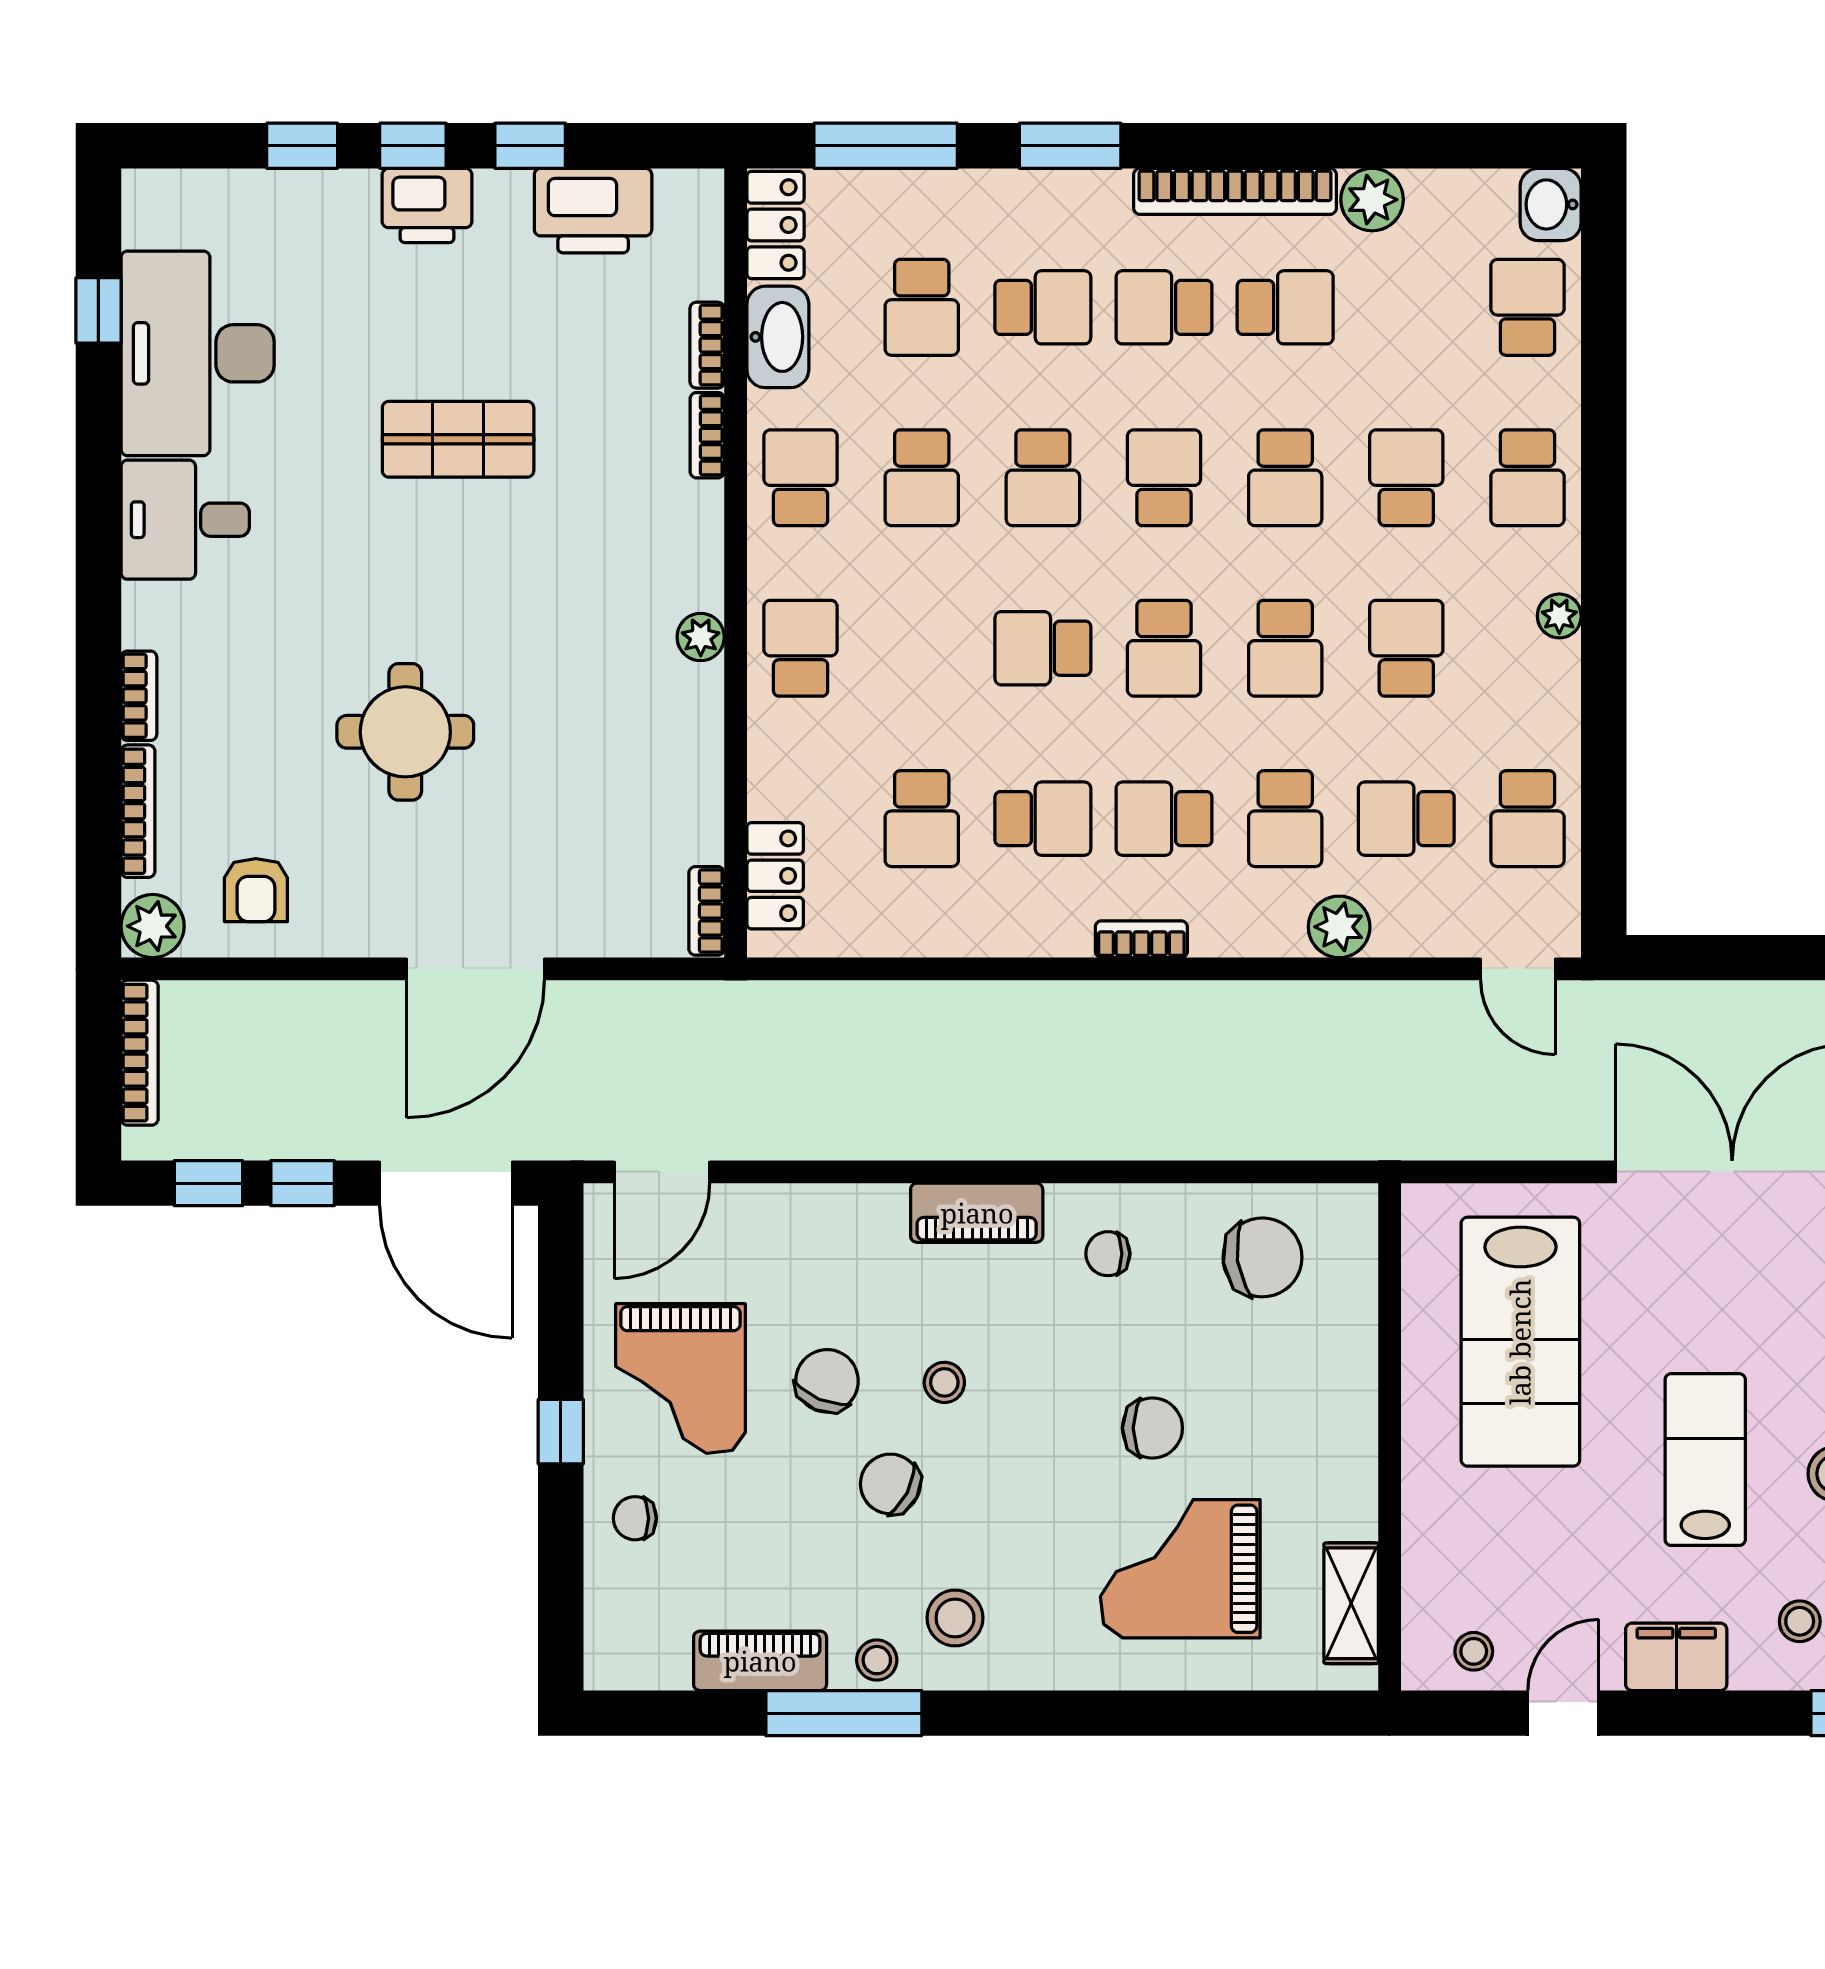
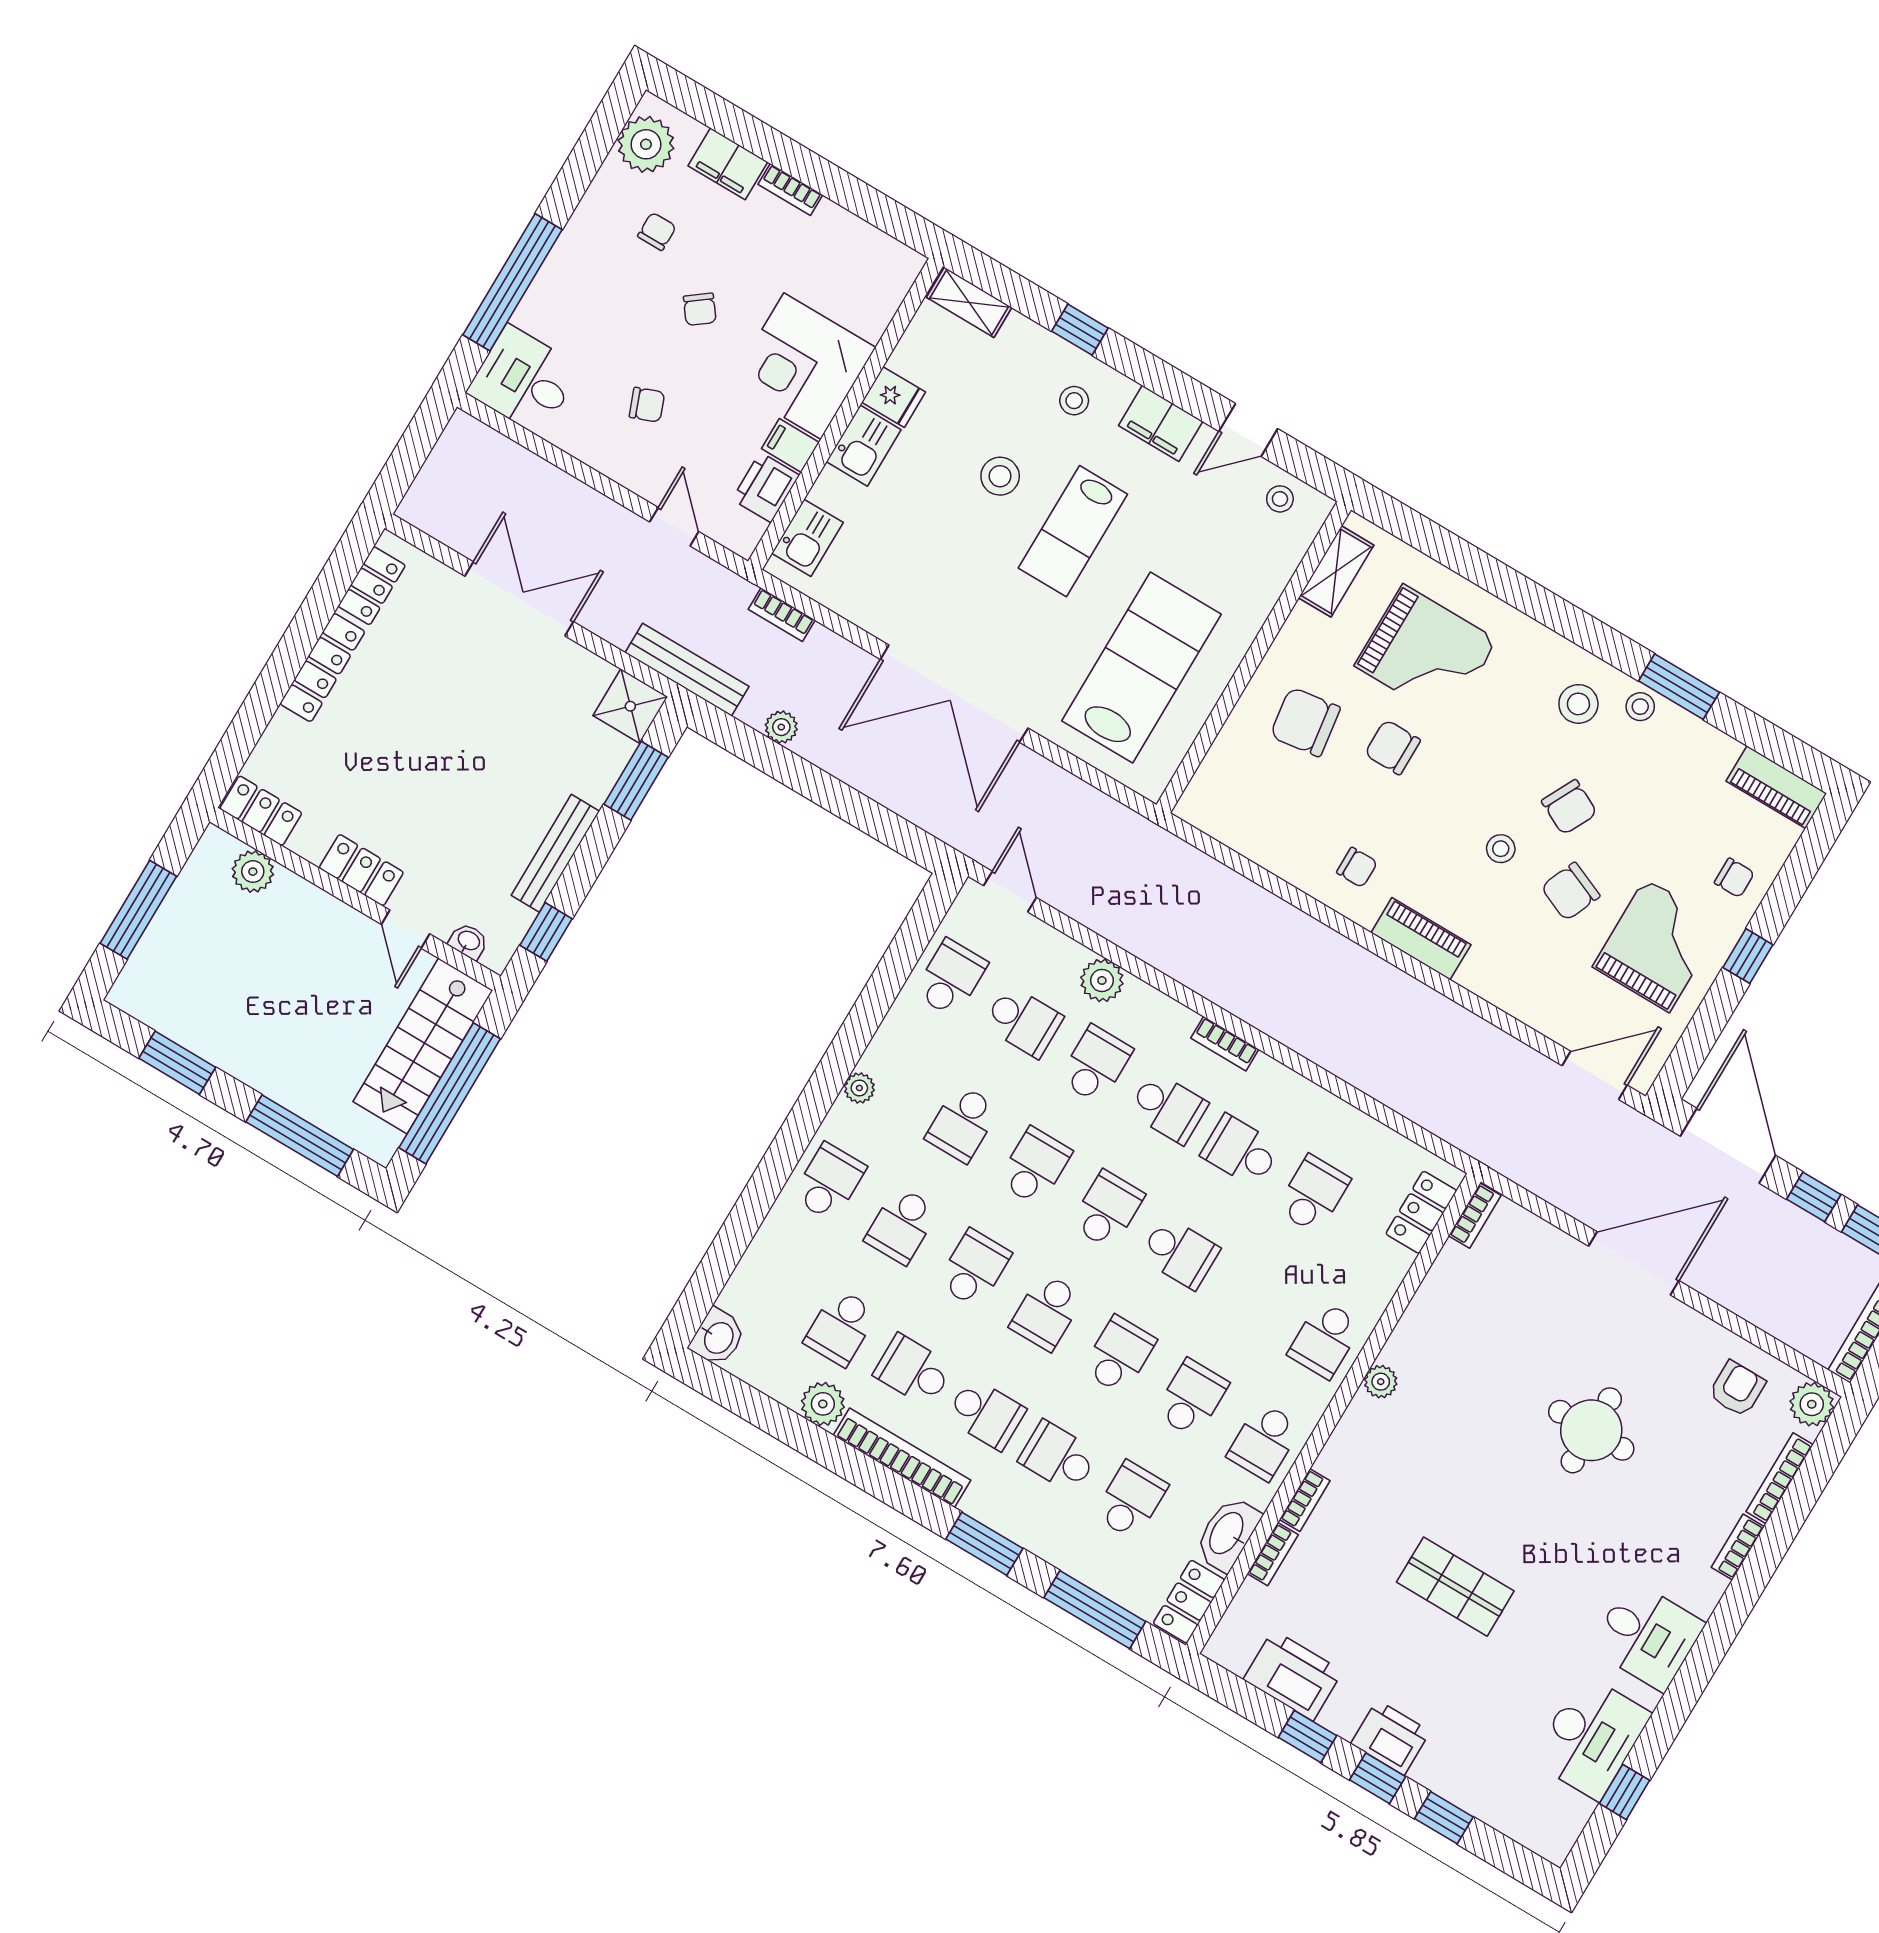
school desk: (1527, 307) -> (841, 1327), moved
desk: (198, 353) -> (1591, 1737), width x0.73, depth x0.77
chair: (1262, 1257) -> (1305, 722), moved
piano: (760, 1661) -> (1776, 787), moved
window: (844, 1713) -> (1679, 687), width x0.69

